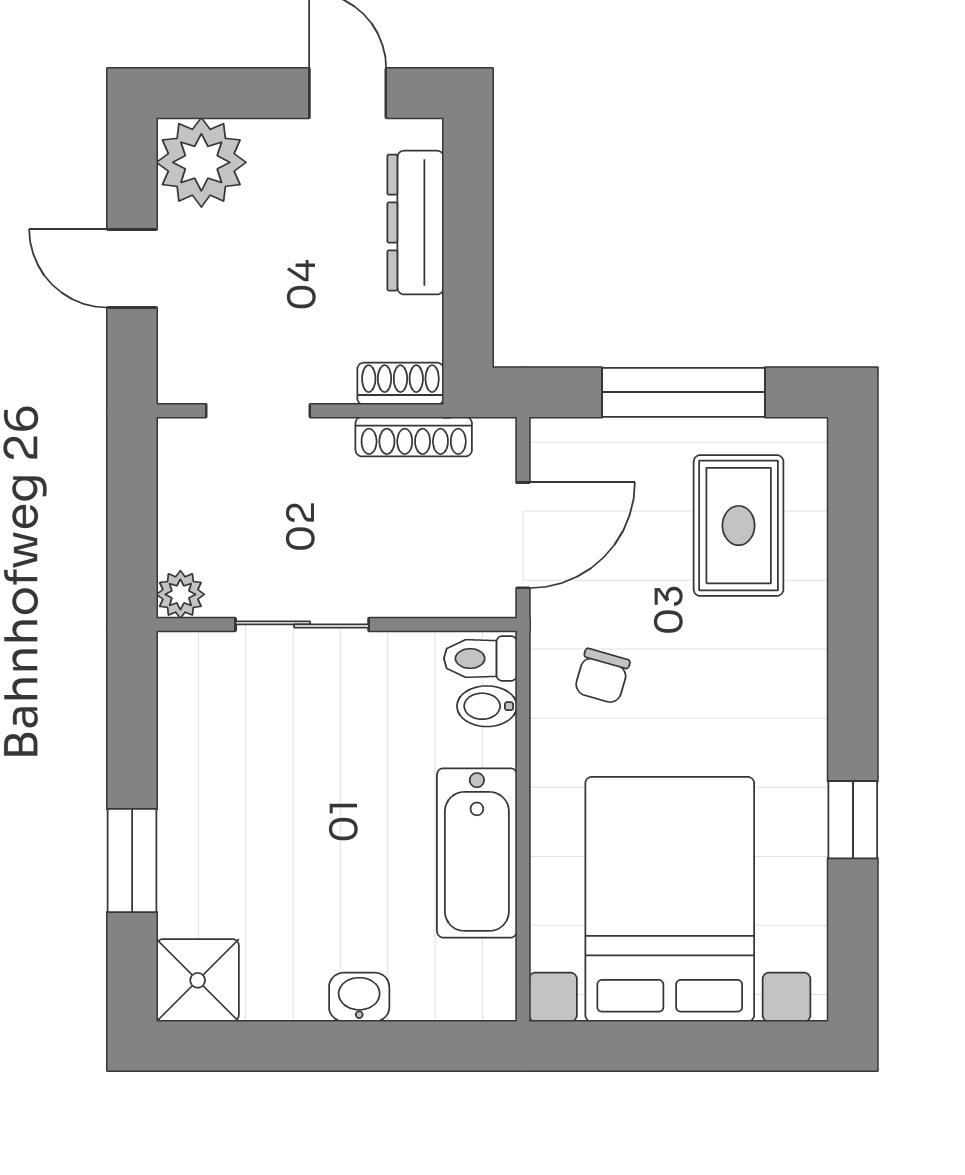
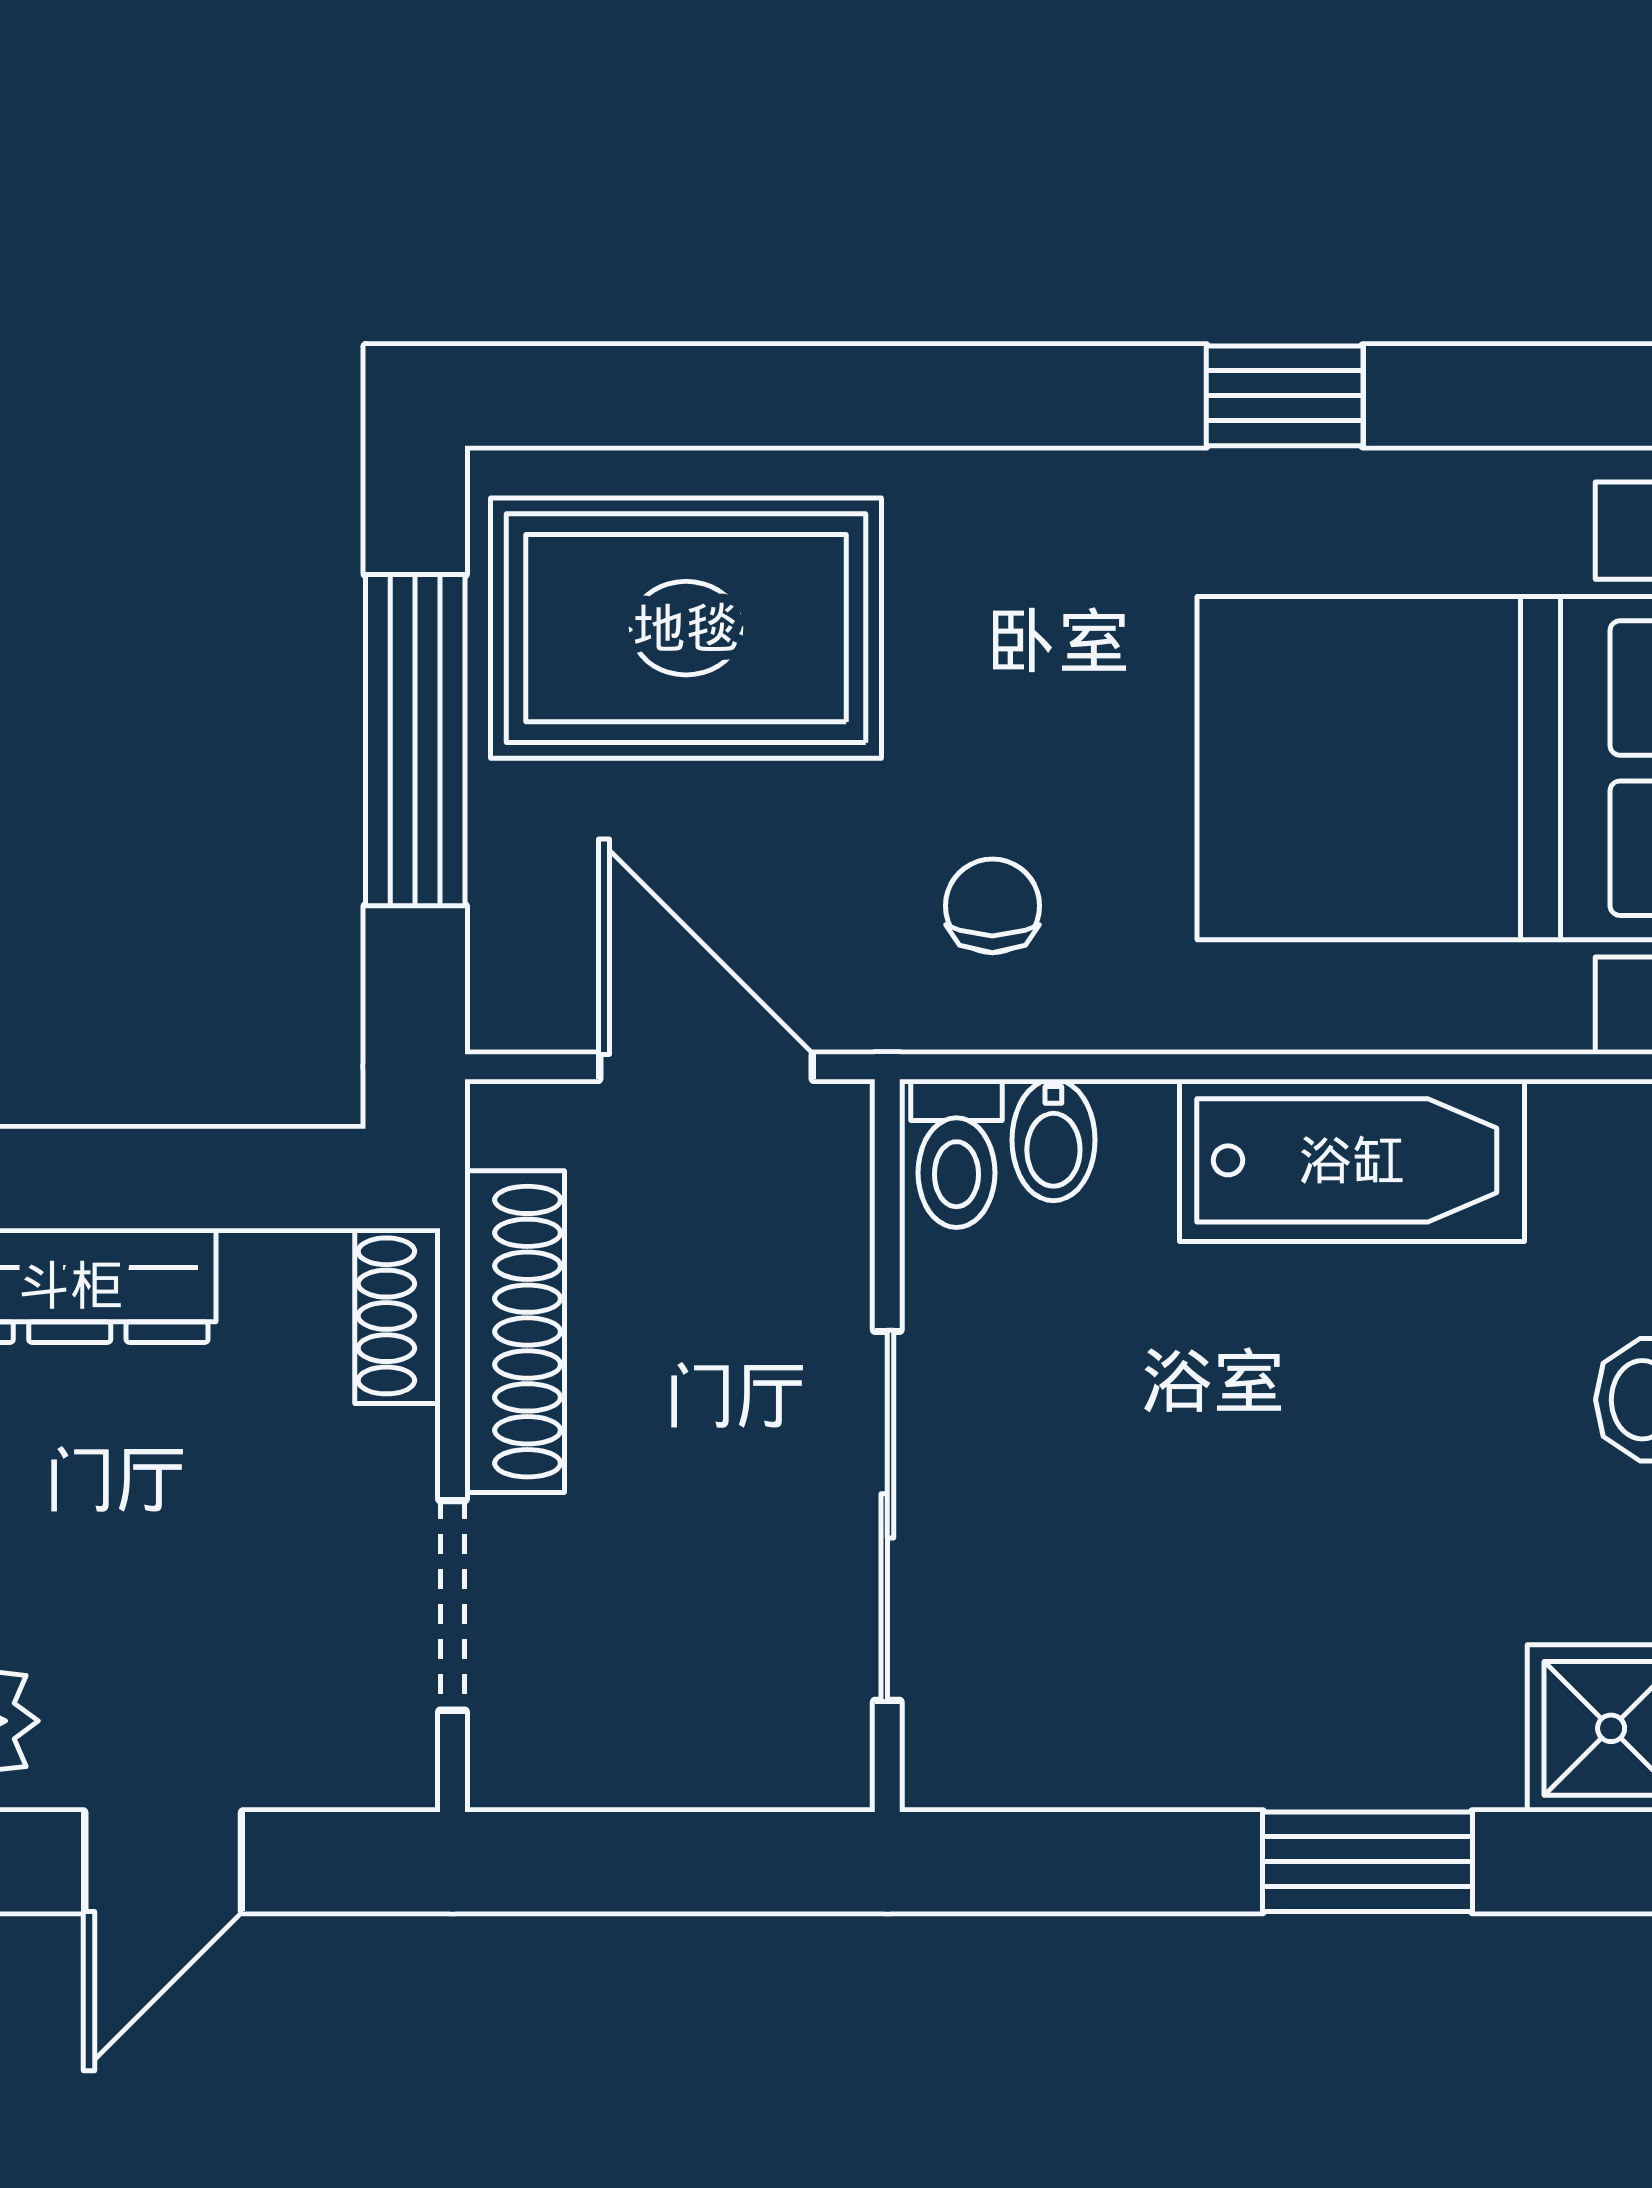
shoe rack: (414, 437) -> (515, 1332), width x1.36, depth x1.24
rug: (739, 526) -> (686, 628), width x1.36, depth x1.43
plant: (180, 594) -> (826, 1763), removed
sliding door: (302, 624) -> (887, 1516), width x1.37
chair: (602, 676) -> (992, 906), turned -106

